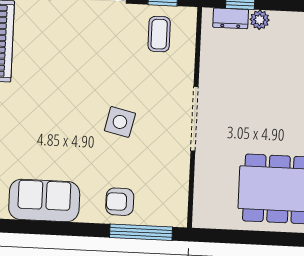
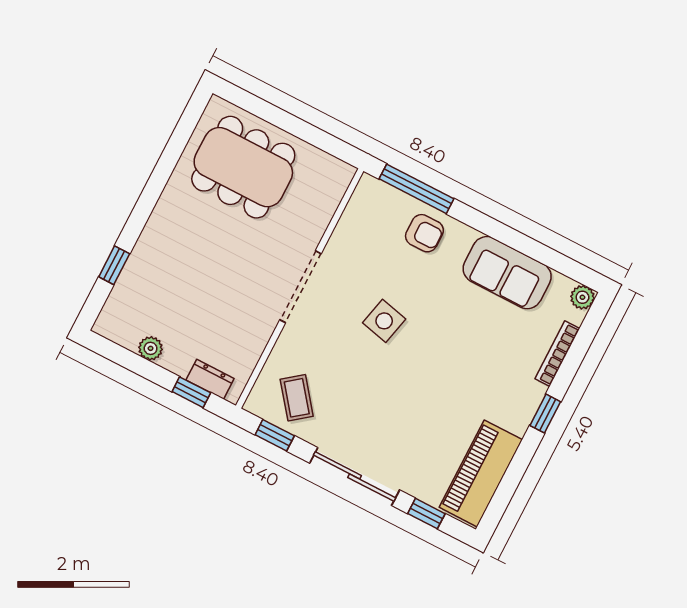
plant: (260, 20) -> (151, 348), moved
coffee table: (159, 34) -> (297, 398), turned -38

